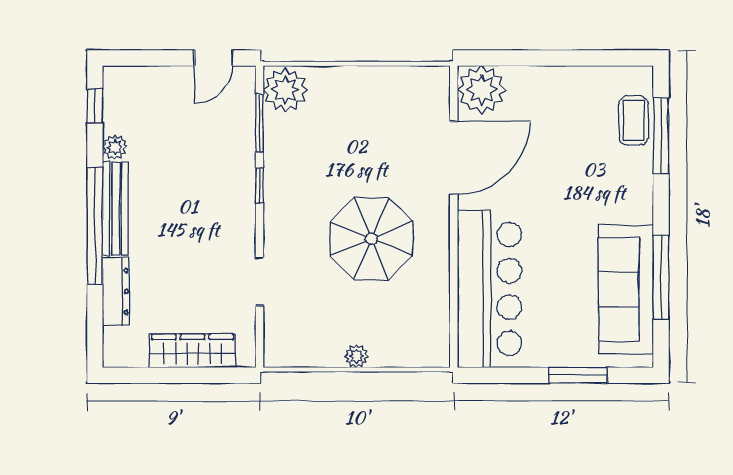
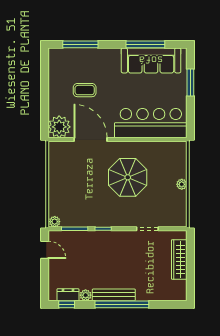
plant: (285, 90) -> (55, 222), width x0.53, depth x0.53
coffee table: (634, 121) -> (85, 90), moved
dresser: (116, 291) -> (68, 295), moved, width x0.70

